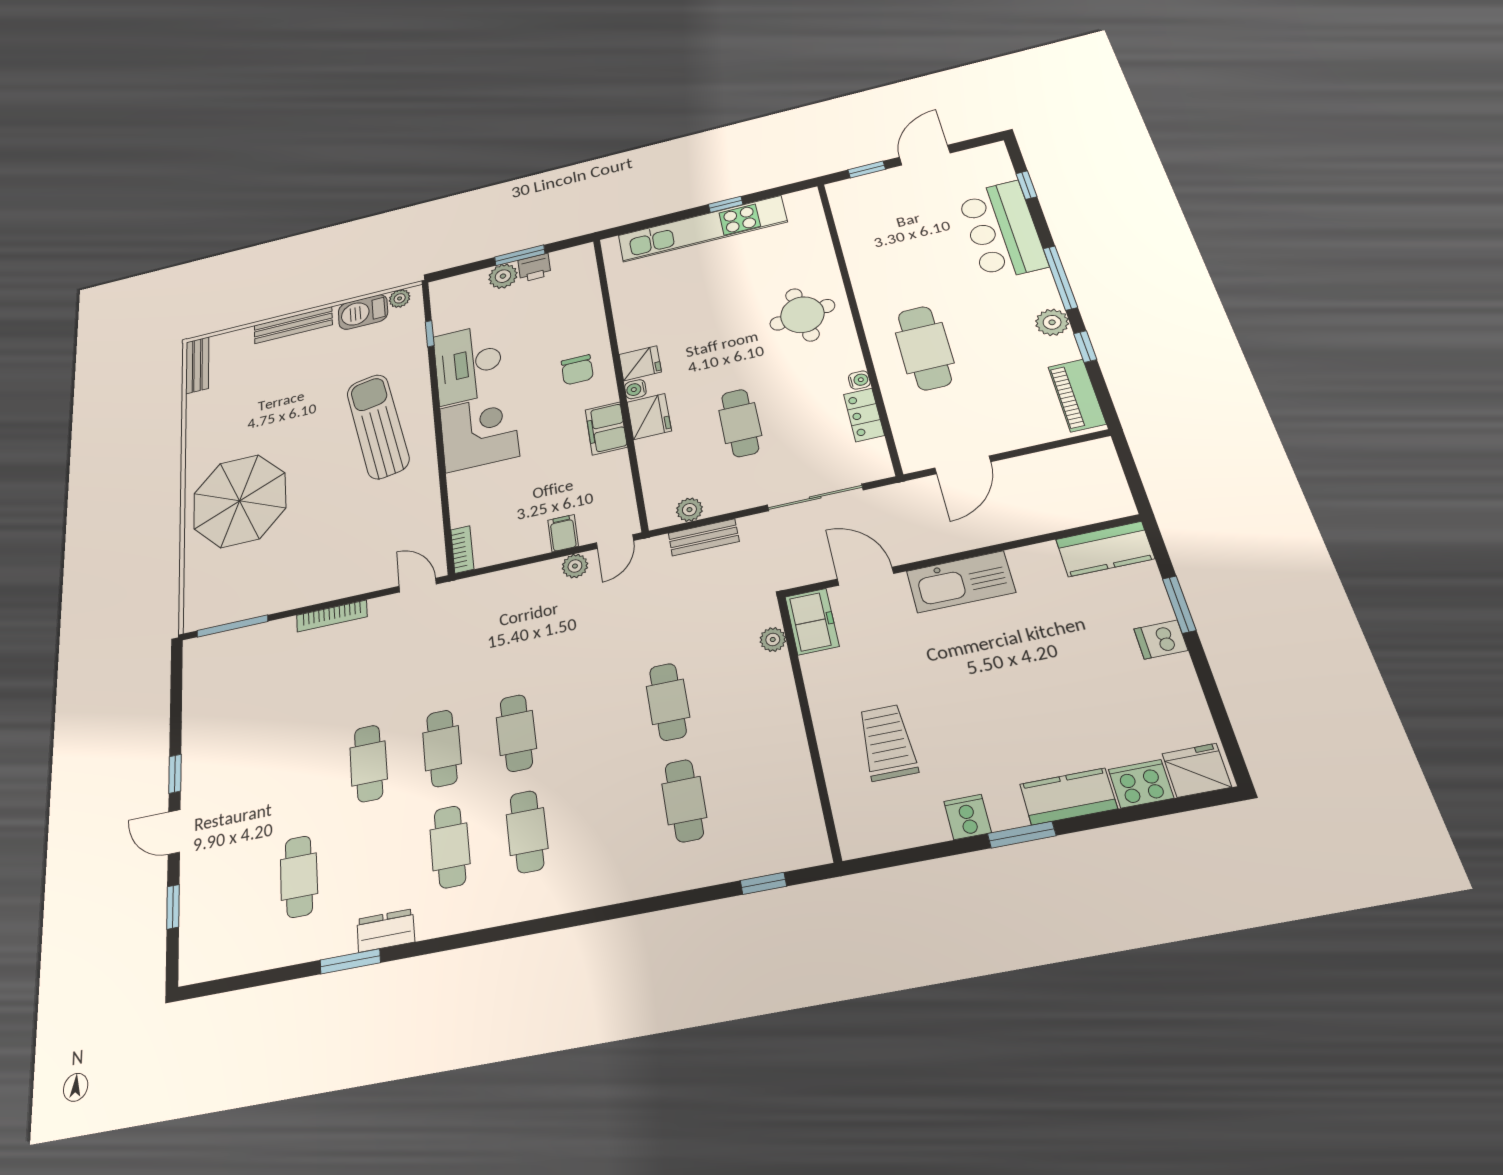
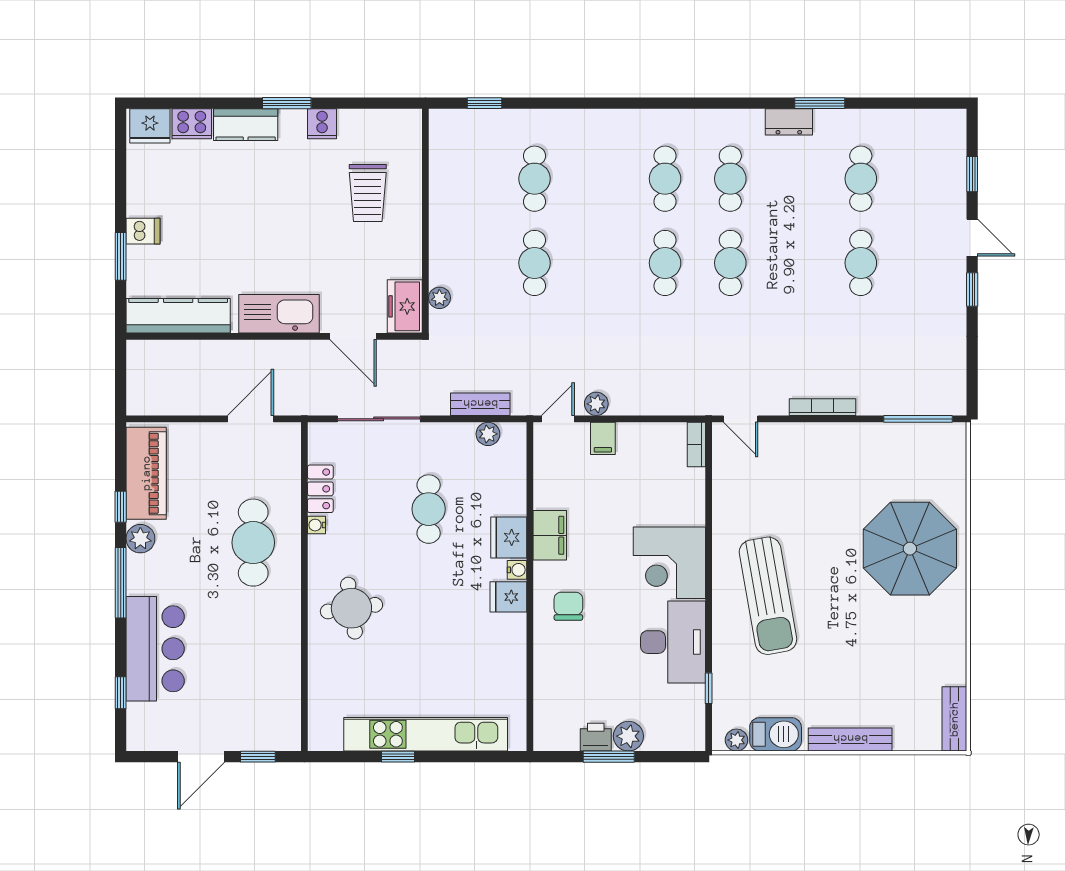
piano: (1077, 395) -> (146, 473), width x1.37, depth x1.33
kitchen counter: (1105, 549) -> (178, 316), width x1.50
cafe table: (369, 763) -> (861, 263), moved

